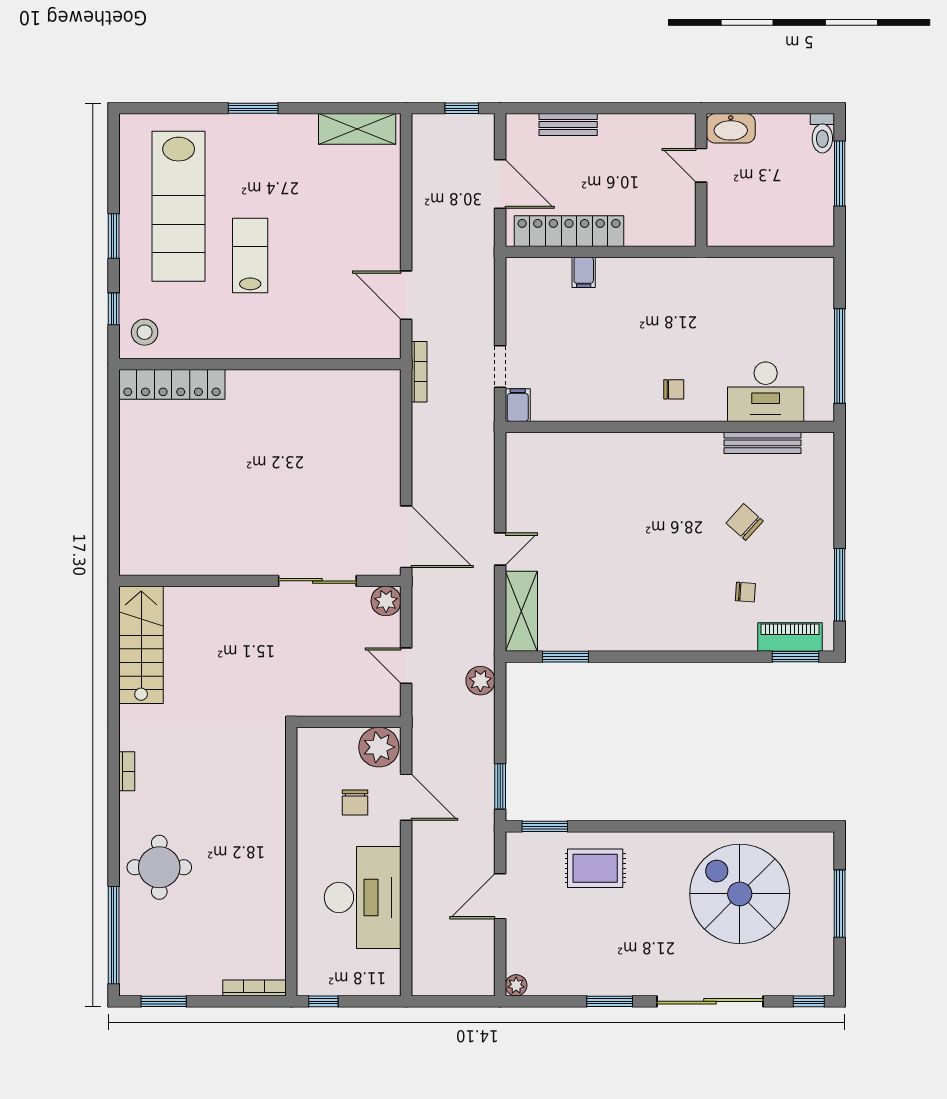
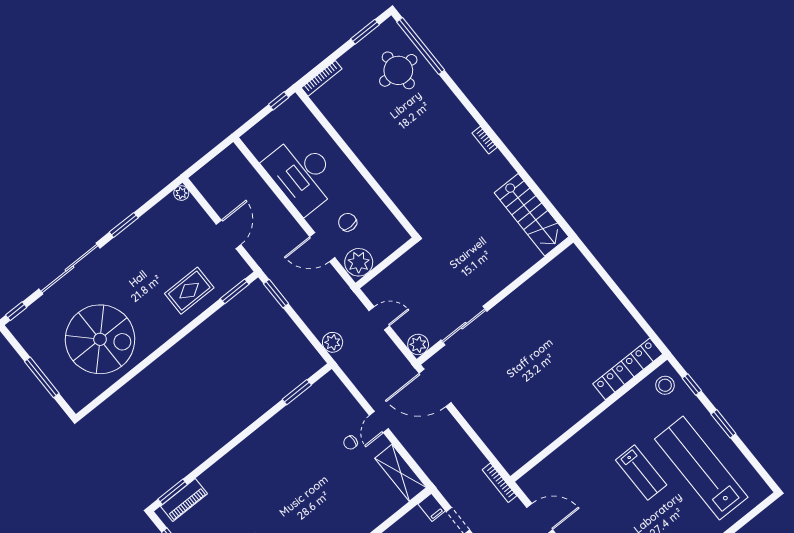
chair: (745, 592) -> (350, 443), moved
shelving: (521, 611) -> (401, 473), moved
round table: (159, 867) -> (398, 70), moved

